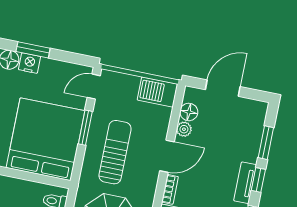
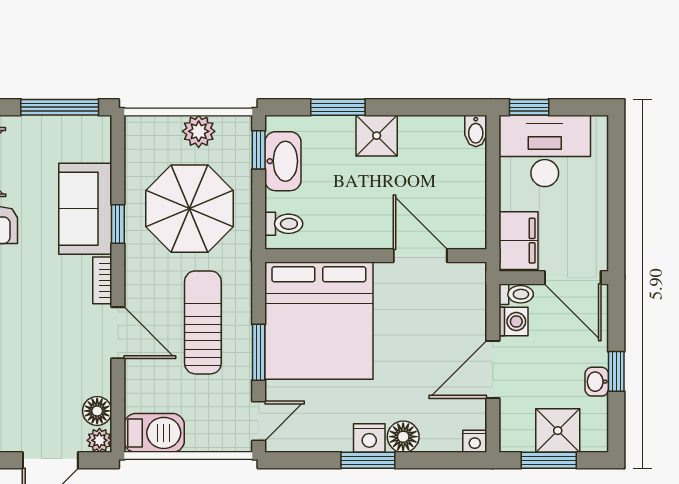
plant: (184, 129) -> (99, 440), moved
sun lounger: (115, 152) -> (203, 322), turned 180
door: (167, 156) -> (118, 333), swing flipped

